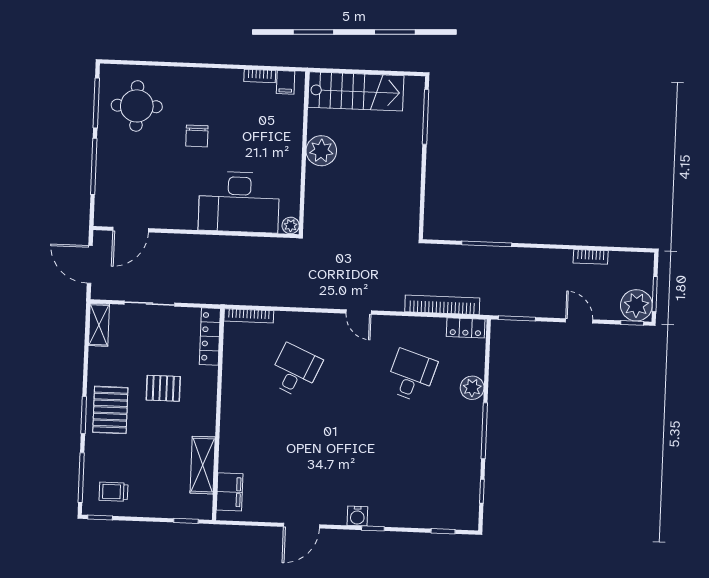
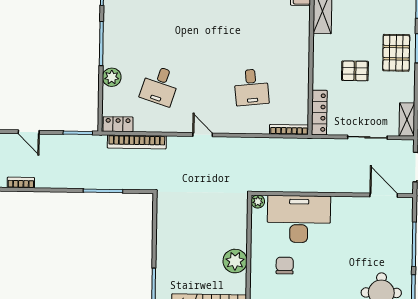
chair: (197, 136) -> (285, 266), moved
door: (131, 230) -> (384, 195), hinge flipped
desk: (295, 371) -> (251, 87), turned -30

